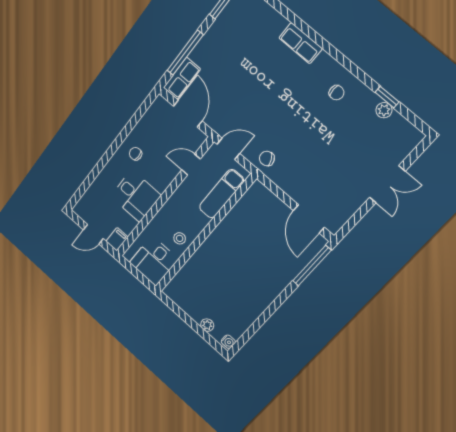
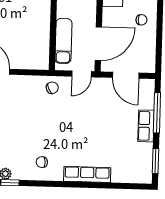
row of seats: (301, 43) -> (87, 174), width x1.48
row of seats: (182, 78) -> (146, 126), moved
door: (191, 164) -> (98, 44), width x1.88

